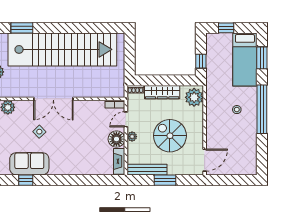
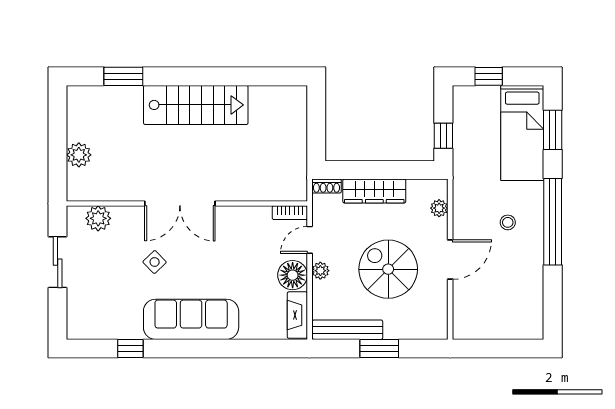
stairs: (62, 49) -> (196, 105), width x0.54, depth x0.66
plant: (194, 97) -> (439, 208), width x0.53, depth x0.53
door: (205, 160) -> (450, 260), moved
sofa: (29, 164) -> (191, 319), moved, width x1.36

